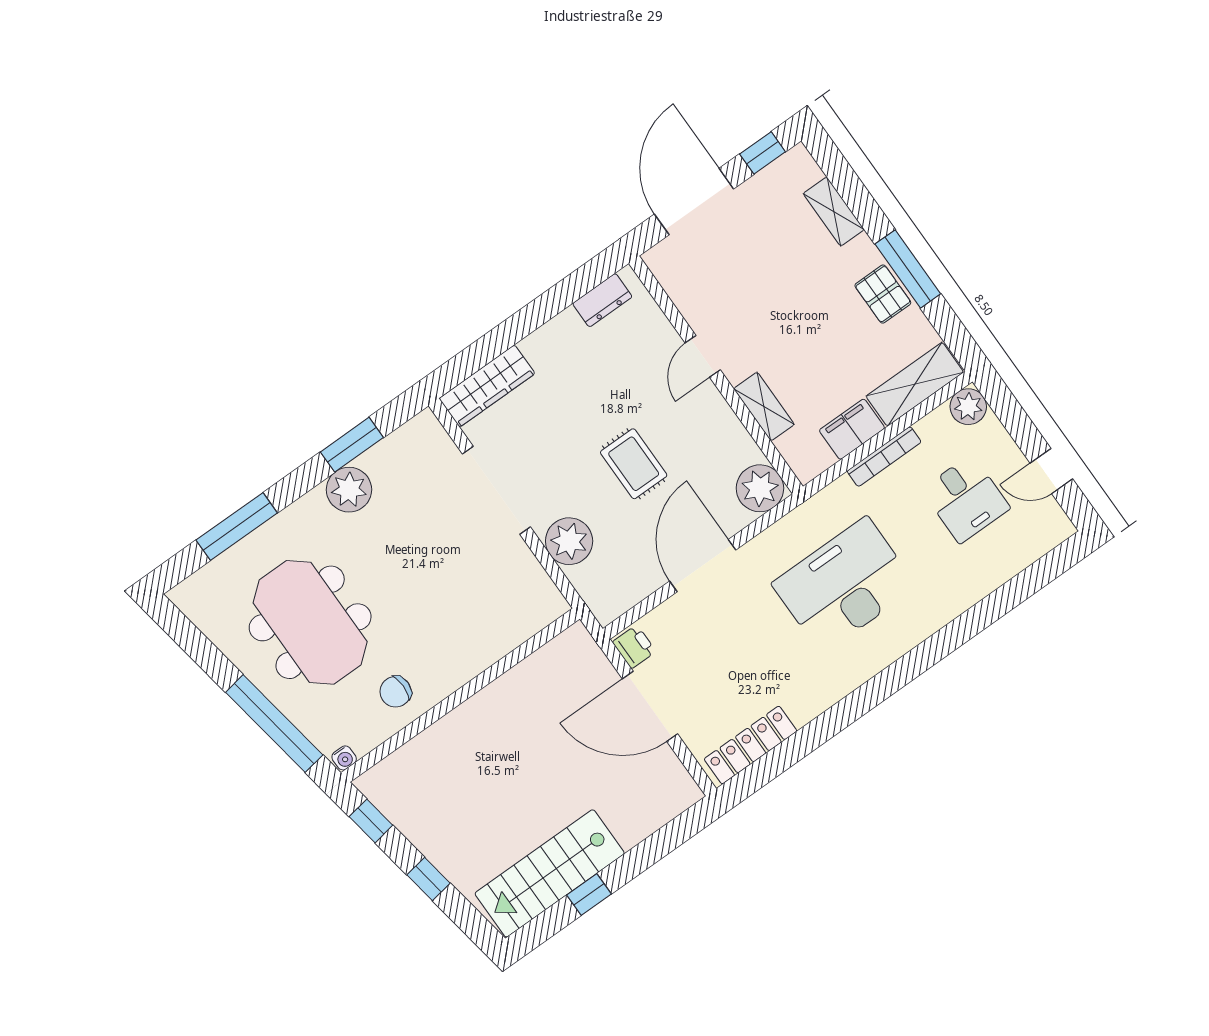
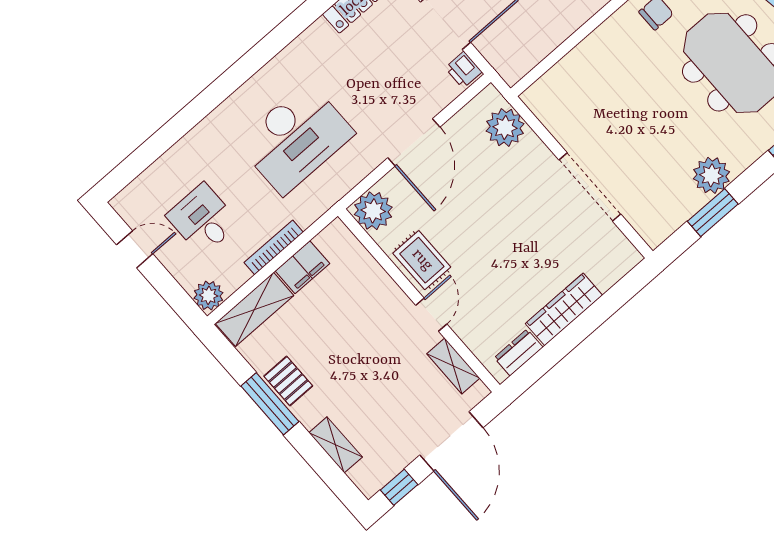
wardrobe: (487, 386) -> (564, 309), moved
shelving: (764, 407) -> (453, 366), moved
rug: (634, 464) -> (422, 260), moved
plant: (569, 541) -> (505, 127), moved

